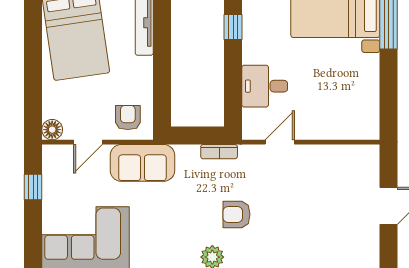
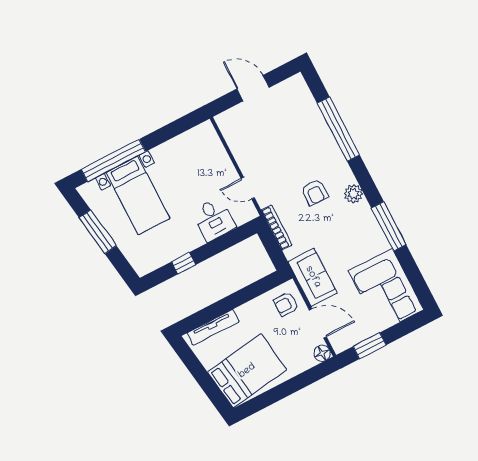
door: (88, 142) -> (318, 323), width x1.38
bookcase: (219, 152) -> (277, 228), width x1.56
window: (33, 187) -> (370, 346), width x1.50

